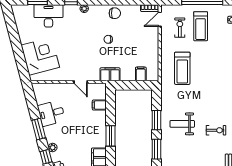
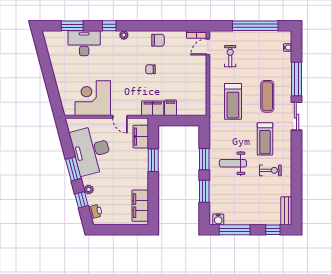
treadmill: (201, 26) -> (265, 139), moved
corner desk: (40, 56) -> (93, 98), moved, turned -75
exercise mat: (213, 64) -> (267, 96), added
filing cabinet: (141, 74) -> (170, 108), moved
filing cabinet: (99, 105) -> (141, 137), width x2.00
desk: (51, 113) -> (91, 150), width x1.87, depth x1.30
window: (111, 136) -> (153, 160), moved

